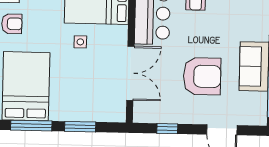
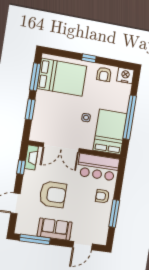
armchair: (202, 76) -> (53, 194), turned -90
fireplace: (151, 116) -> (31, 157), added

